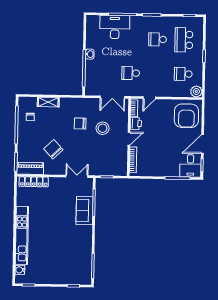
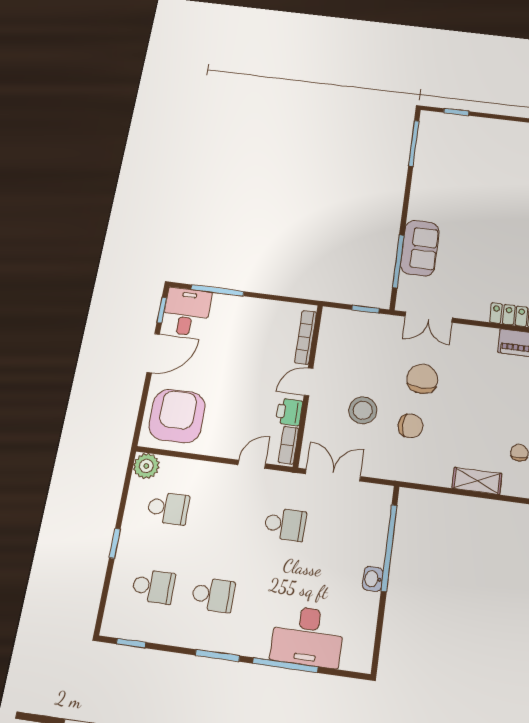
school desk: (184, 40) -> (153, 587), width x0.54
chair: (53, 149) -> (422, 379), moved, turned -137

